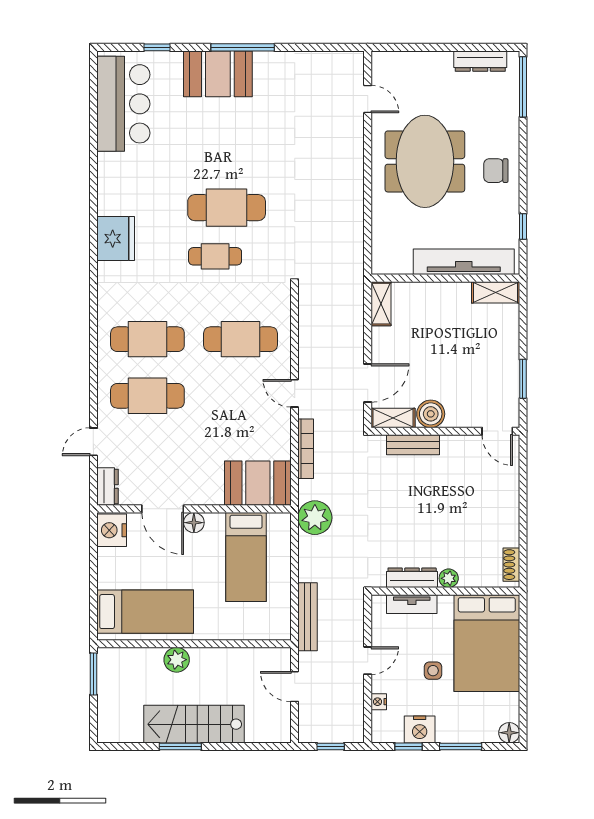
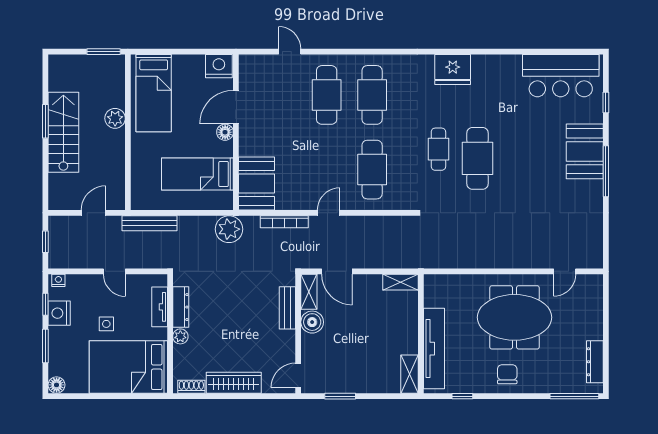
dresser: (108, 486) -> (254, 63), removed
wardrobe: (506, 512) -> (234, 383), added
nightstand: (379, 702) -> (58, 280), moved

